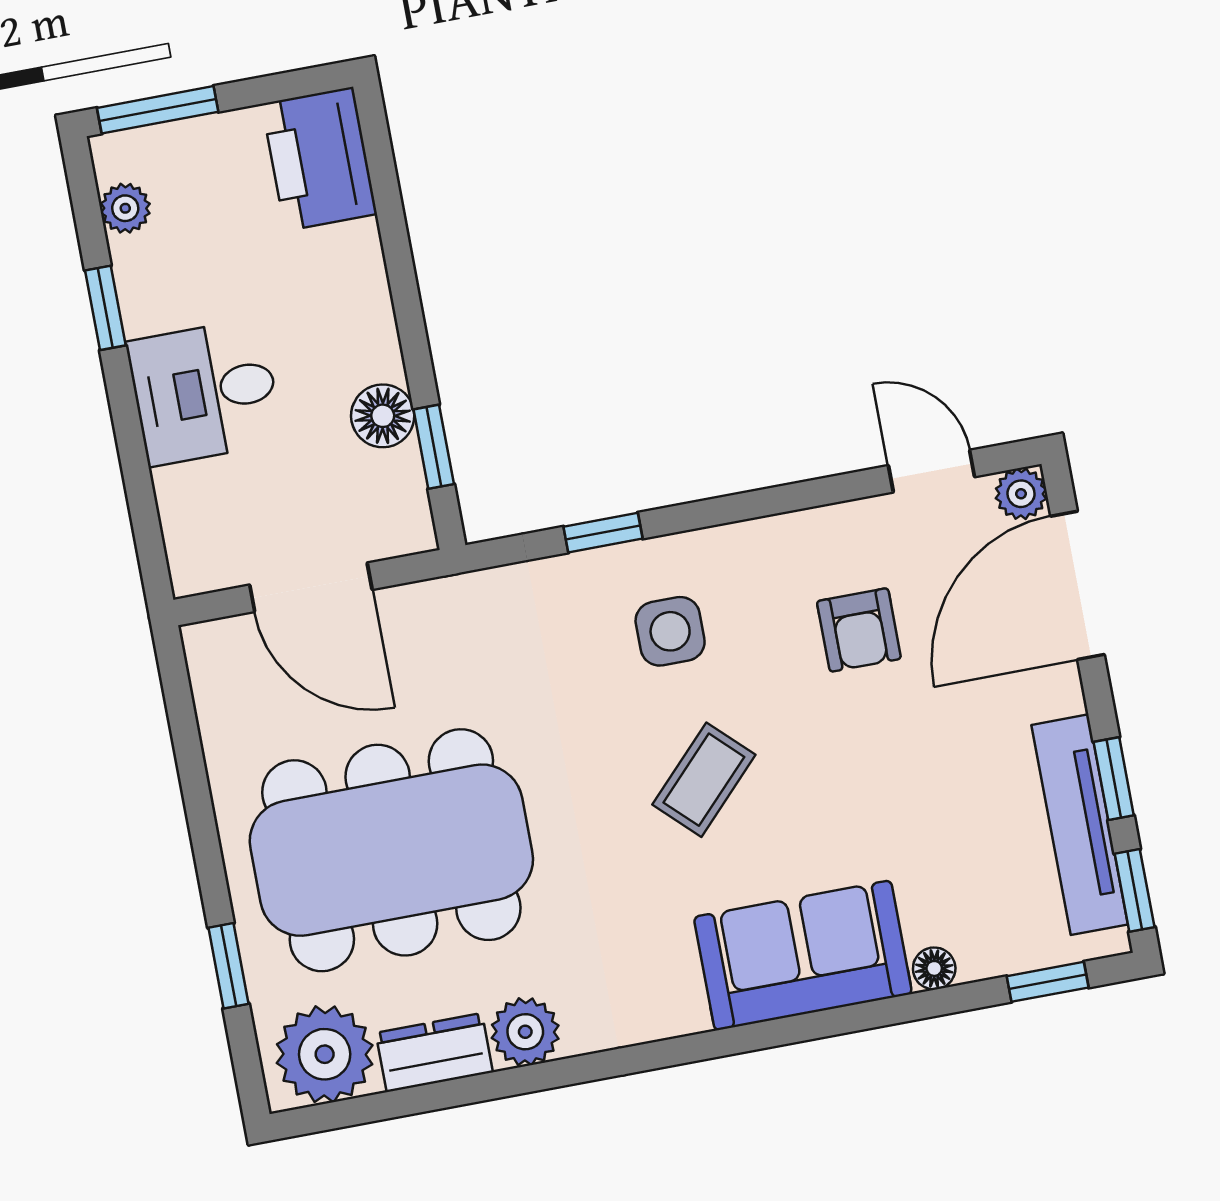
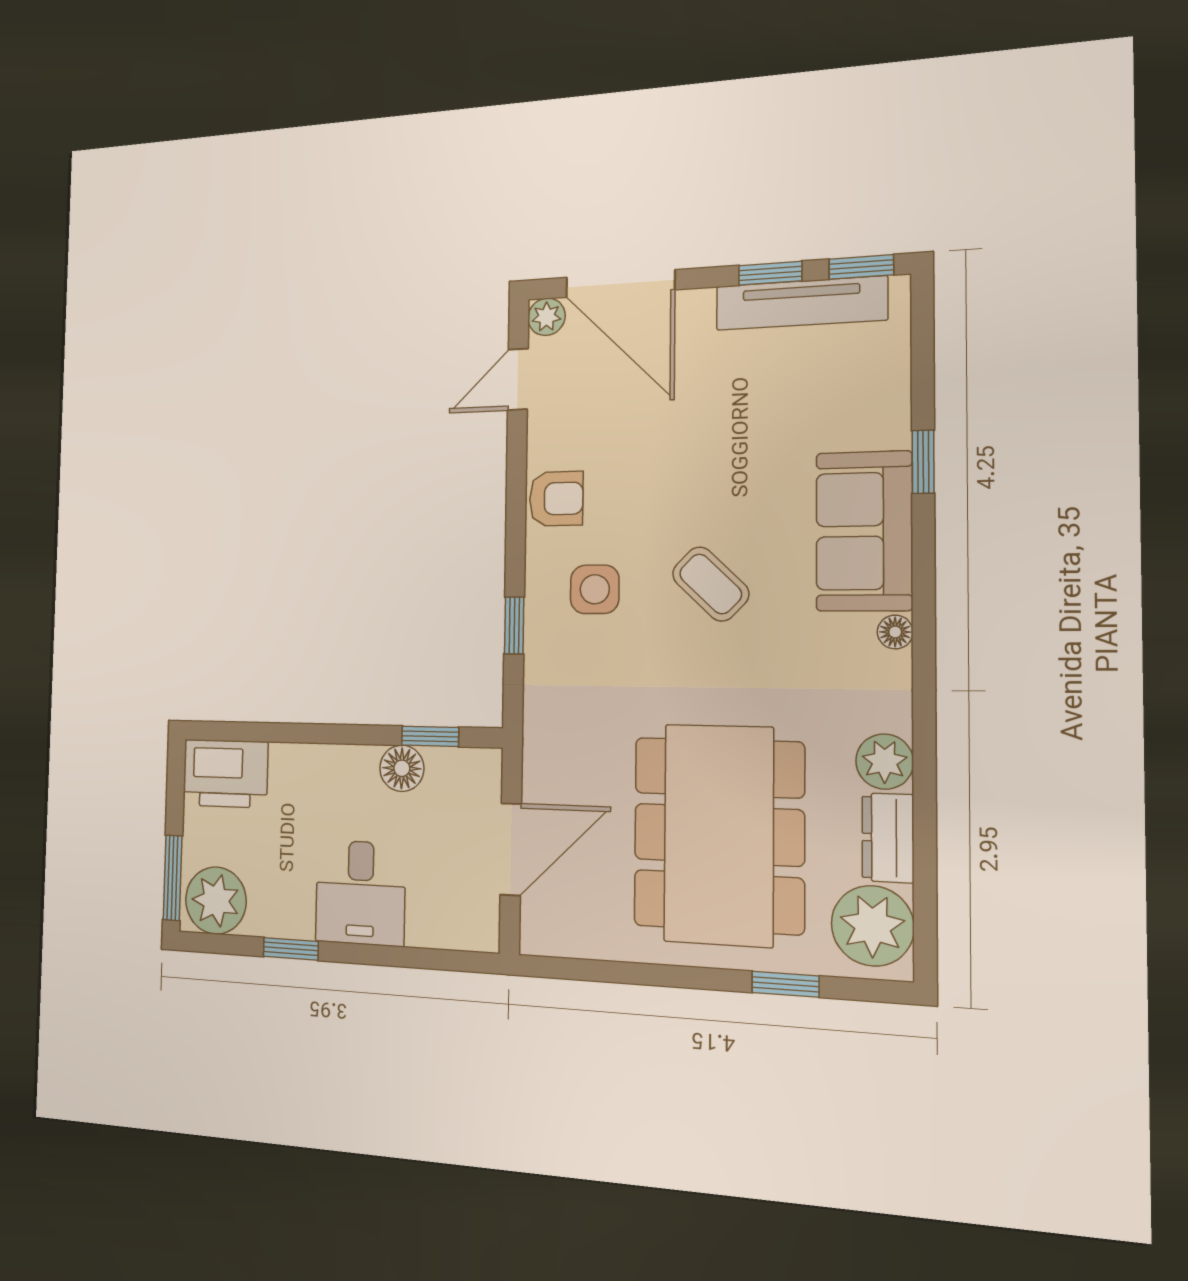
plant: (125, 208) -> (216, 900), width x1.87, depth x1.87
armchair: (859, 630) -> (556, 499), moved
floor lamp: (934, 968) -> (895, 632), moved
window: (1048, 982) -> (923, 462), moved

